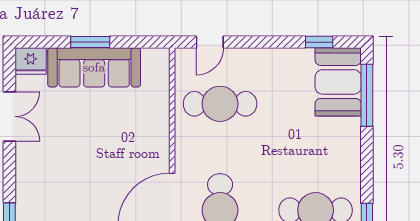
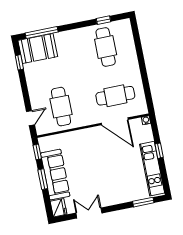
window: (144, 42) -> (37, 152), added
door: (210, 42) -> (30, 118), hinge flipped

